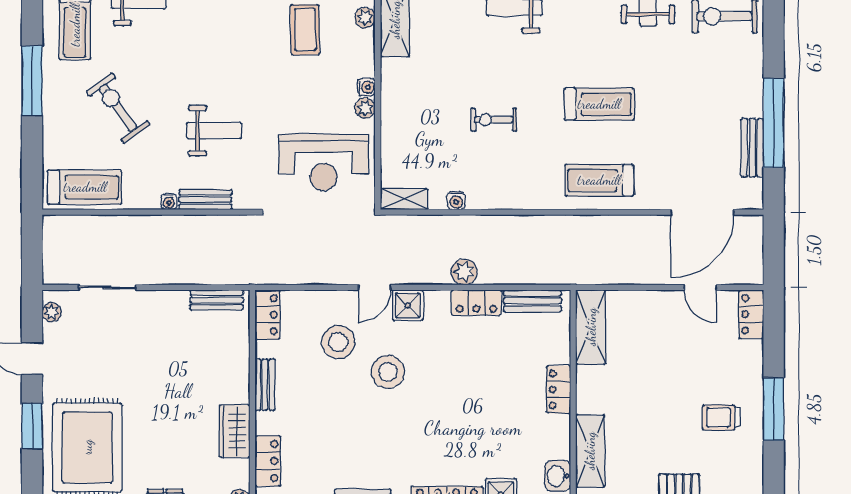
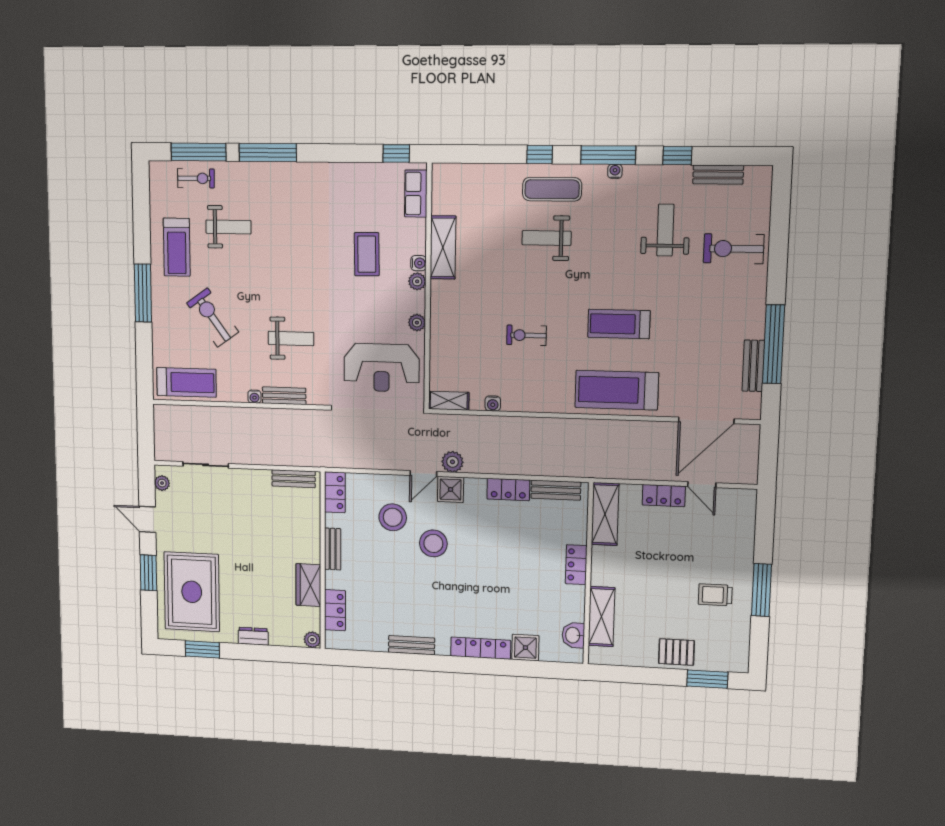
plant: (365, 18) -> (417, 281), moved
water cooler: (366, 87) -> (419, 263), moved
treadmill: (599, 104) -> (619, 324), turned 180
treadmill: (599, 180) -> (617, 390), width x1.37, depth x1.38
plant: (464, 272) -> (452, 462), moved
locker: (751, 314) -> (664, 496), moved, turned -90

